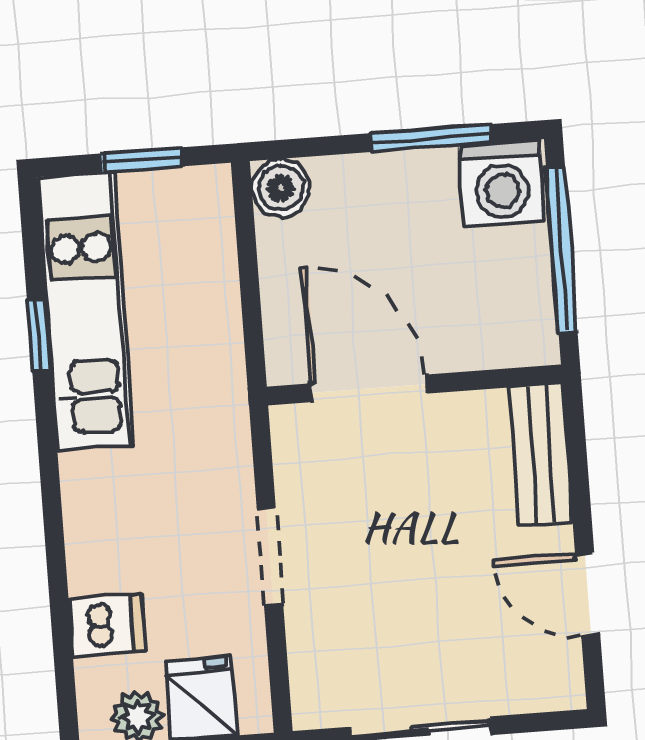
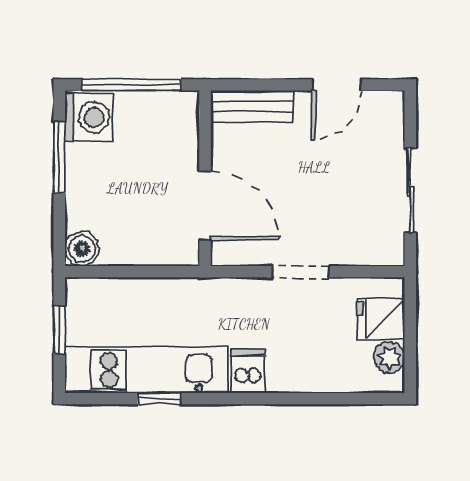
door: (368, 388) -> (205, 206), swing flipped
dishwasher: (107, 625) -> (248, 371), moved

